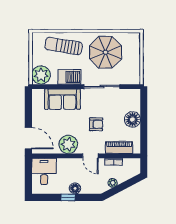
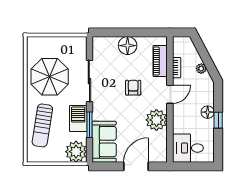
window: (64, 87) -> (89, 125), added
sofa: (62, 99) -> (104, 142), moved
door: (28, 138) -> (136, 166), moved

